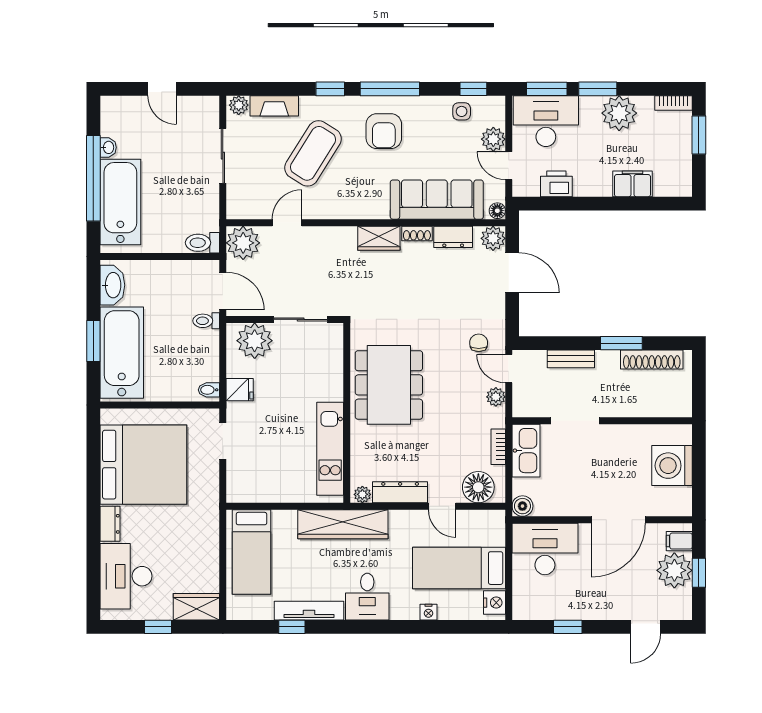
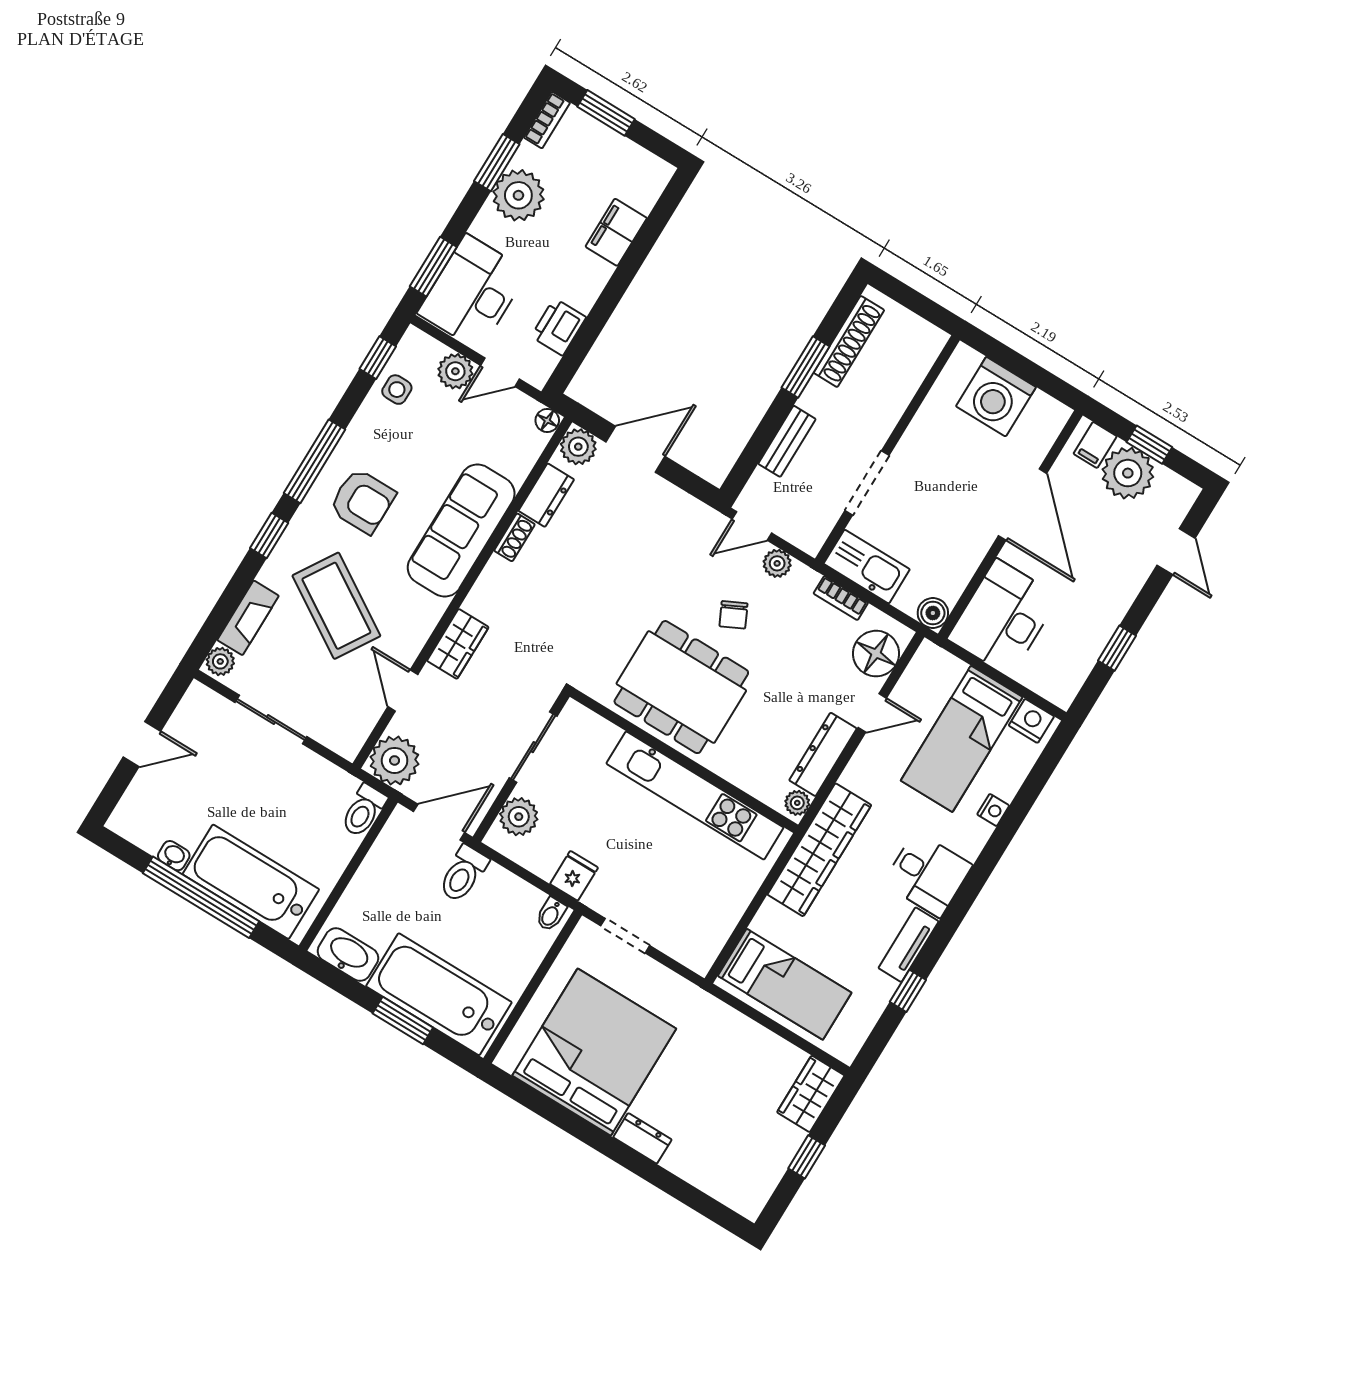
window: (598, 89) -> (497, 163), moved
sofa: (437, 200) -> (461, 531), moved
wardrobe: (379, 238) -> (458, 644), moved
toilet: (206, 321) -> (463, 874), width x1.37, depth x1.39
plant: (255, 341) -> (519, 817), width x0.73, depth x0.73
chair: (479, 343) -> (733, 615), moved, turned -116
kitchen unit: (330, 449) -> (695, 796), width x1.36
desk: (126, 576) -> (720, 1158), removed
tv unit: (309, 611) -> (909, 945), width x0.71

